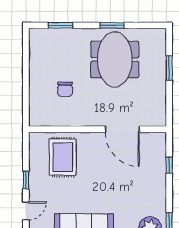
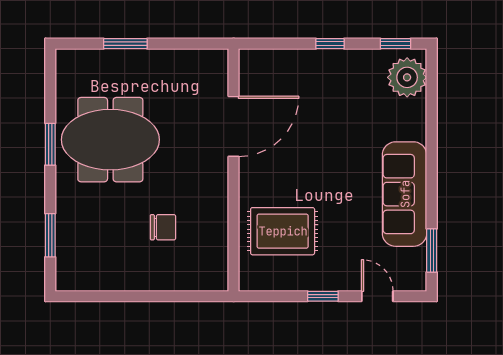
window: (169, 165) -> (330, 44), moved

